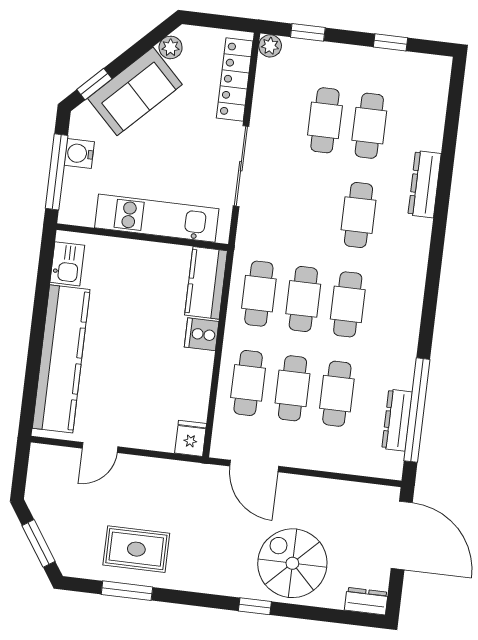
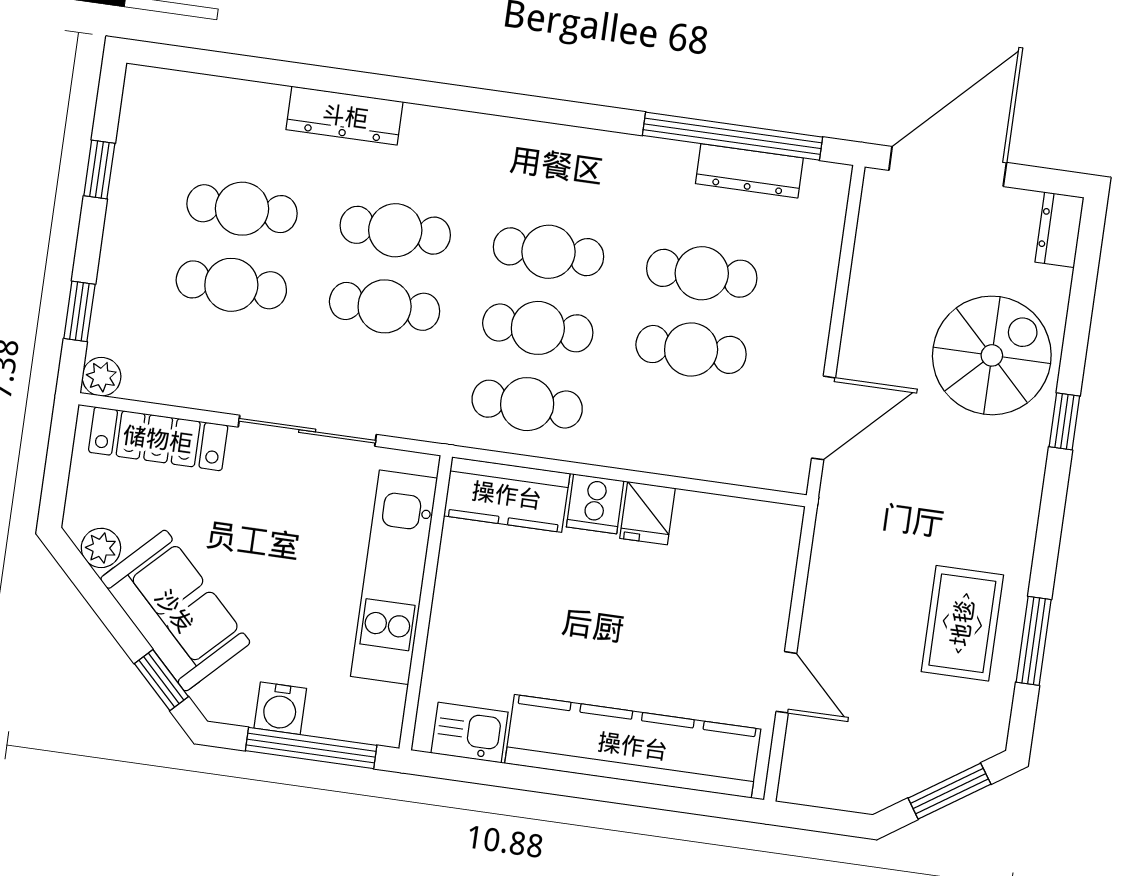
cafe table: (248, 383) -> (385, 306), moved
fridge: (191, 438) -> (648, 513), moved, turned -90
spiral stairs: (292, 563) -> (992, 355), turned 180

